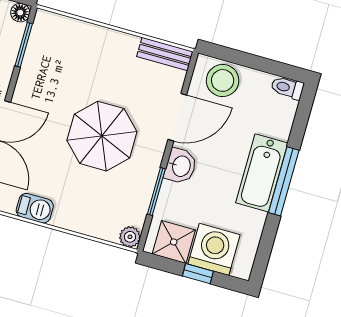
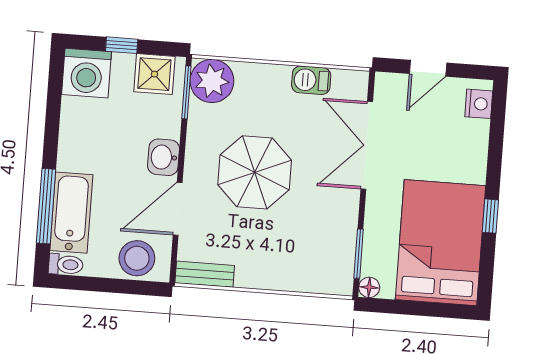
bathtub: (262, 173) -> (71, 213), moved
window: (284, 181) -> (46, 206), moved
window: (156, 191) -> (186, 92), moved
plant: (130, 237) -> (212, 81), width x1.88, depth x1.88
washing machine: (214, 249) -> (87, 73), moved

